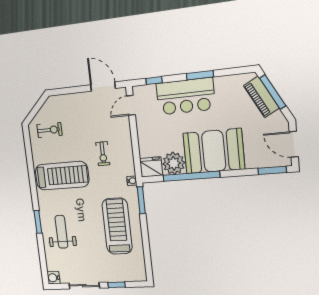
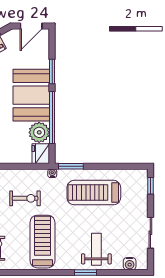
exercise bike: (103, 154) -> (25, 198), width x1.38, depth x1.39
window: (272, 170) -> (52, 71), moved
weight bench: (61, 232) -> (96, 249), turned 90
water cooler: (54, 278) -> (130, 264), moved
window: (117, 285) -> (150, 186), moved

